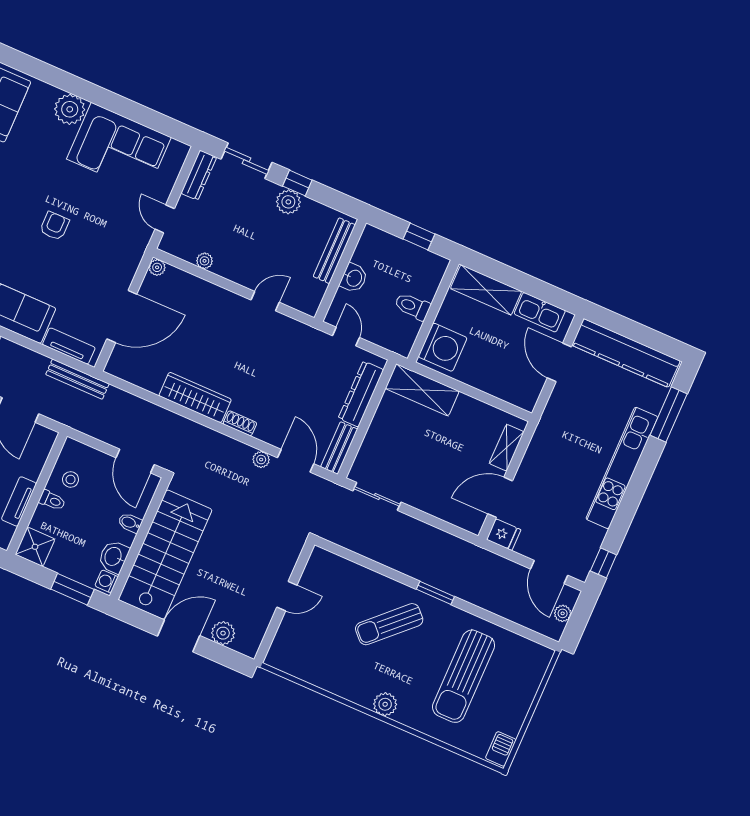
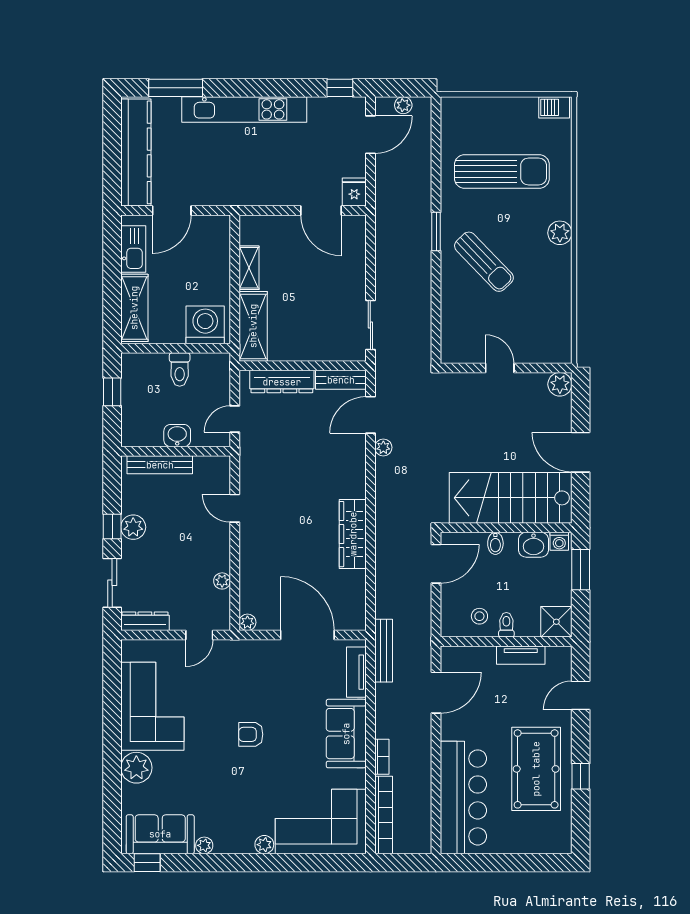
shoe rack: (240, 423) -> (358, 482), removed
shelving: (507, 448) -> (249, 268), moved, turned 90
plant: (223, 633) -> (560, 384), moved

